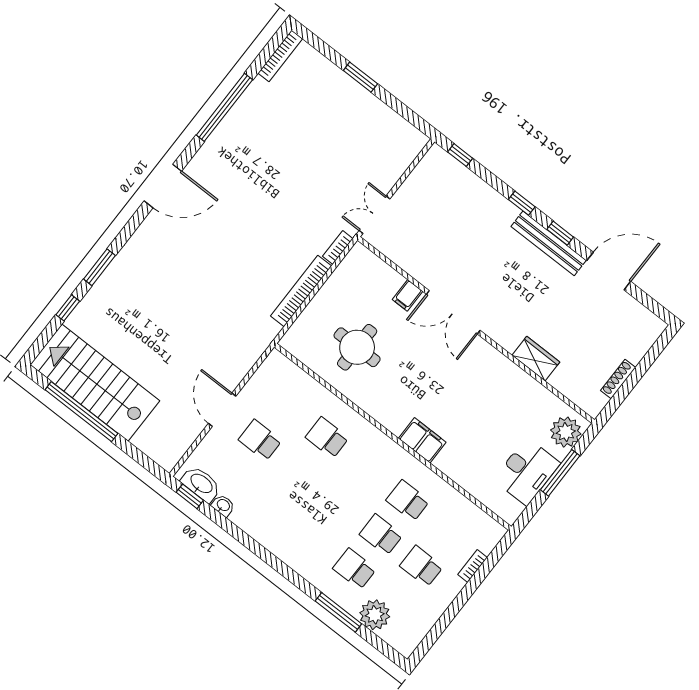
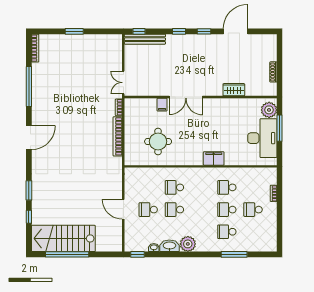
bench: (549, 243) -> (145, 39), moved
school desk: (300, 472) -> (174, 210), added
desk: (527, 472) -> (262, 138), width x1.36, depth x1.30
washbasin: (201, 484) -> (169, 246), moved
plant: (375, 615) -> (188, 244), moved

